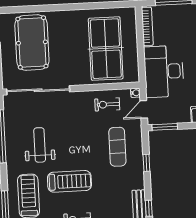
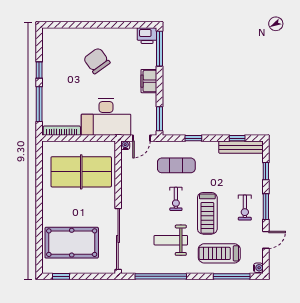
exercise bike: (107, 104) -> (176, 199), moved
door: (144, 109) -> (141, 138), hinge flipped
treadmill: (69, 181) -> (207, 213), turned 180

